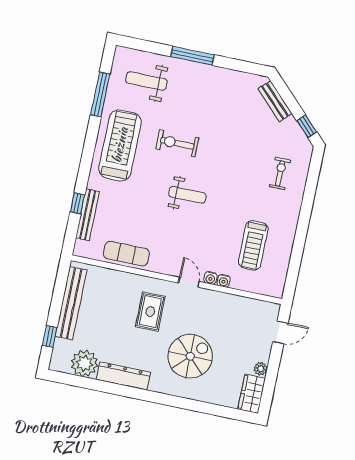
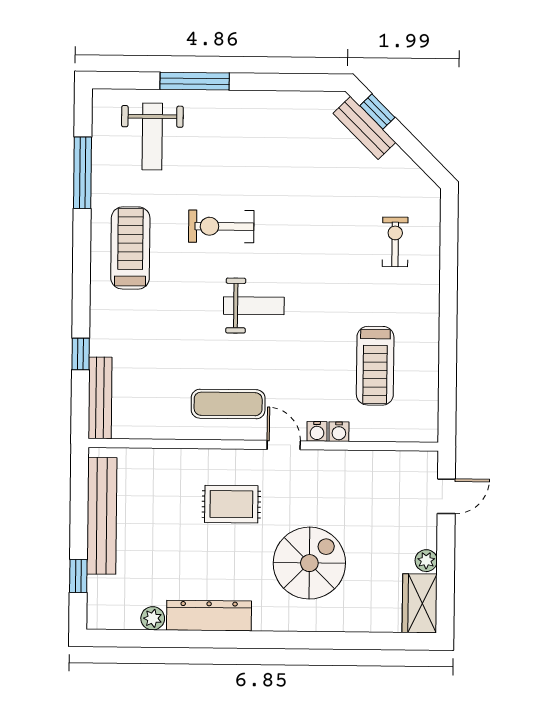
window: (192, 56) -> (195, 81), moved
weight bench: (146, 81) -> (152, 137), turned -90
window: (307, 126) -> (377, 112), moved
treadmill: (120, 145) -> (130, 248), width x0.73, depth x0.73
bench: (88, 215) -> (100, 398), moved
exercise mat: (126, 254) -> (228, 404), moved
rug: (150, 312) -> (231, 504), turned 90
plant: (84, 363) -> (153, 618), width x0.53, depth x0.53

